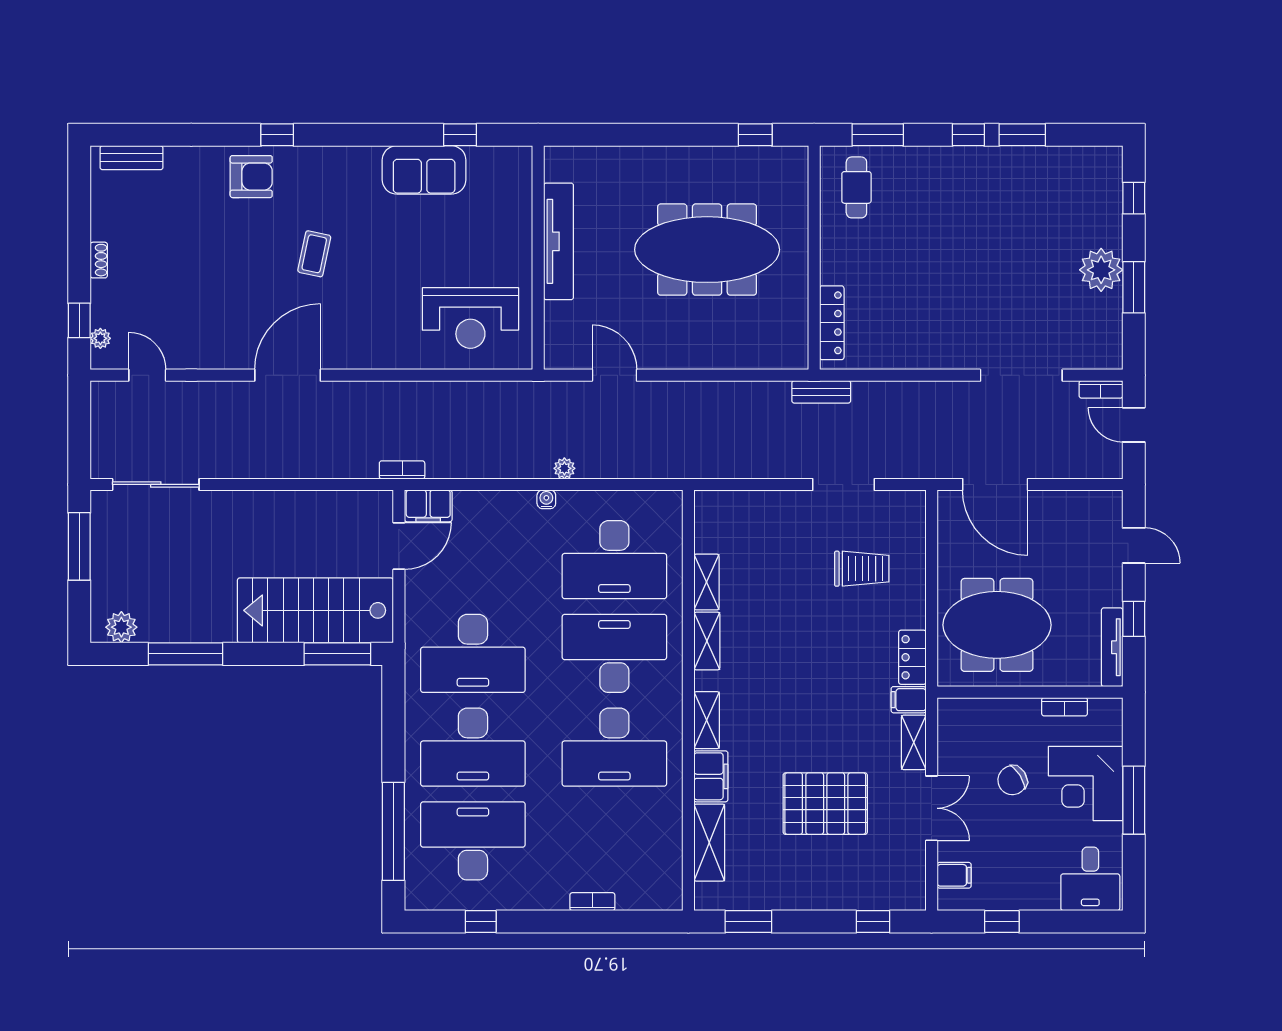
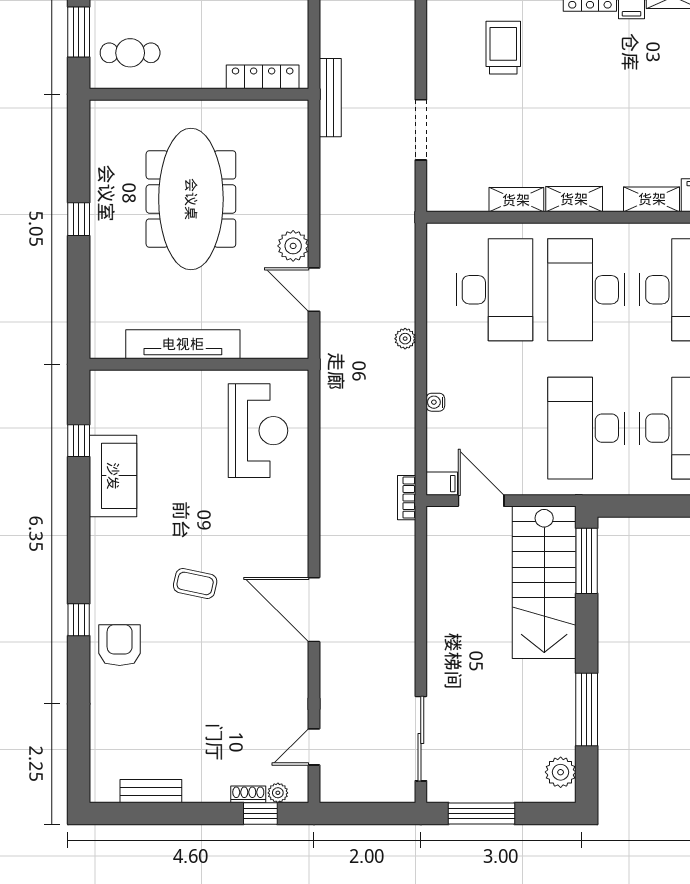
window: (755, 135) -> (79, 219), moved
bench: (131, 158) -> (151, 791), moved, turned 90
shoe rack: (99, 260) -> (248, 794), moved
plant: (659, 354) -> (293, 246), added
door: (614, 375) -> (314, 290), hinge flipped
bench: (821, 392) -> (330, 98), width x1.36
doorway: (843, 484) -> (421, 130), moved
water cooler: (546, 499) -> (435, 402), moved
filing cabinet: (428, 506) -> (442, 484), width x0.50
desk: (473, 653) -> (586, 428), turned 180

